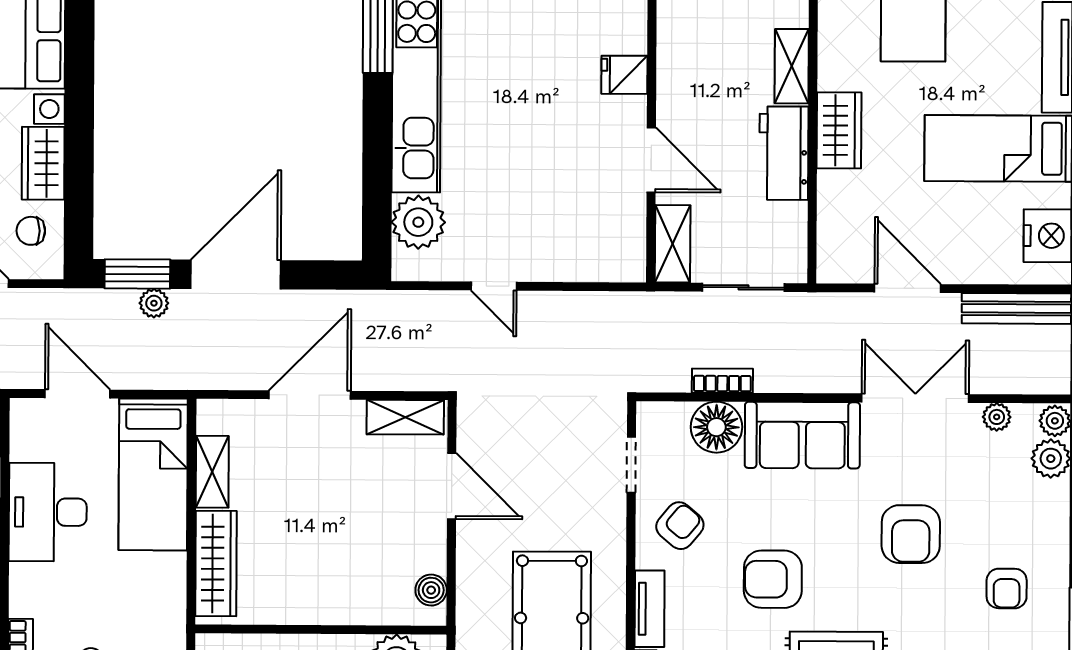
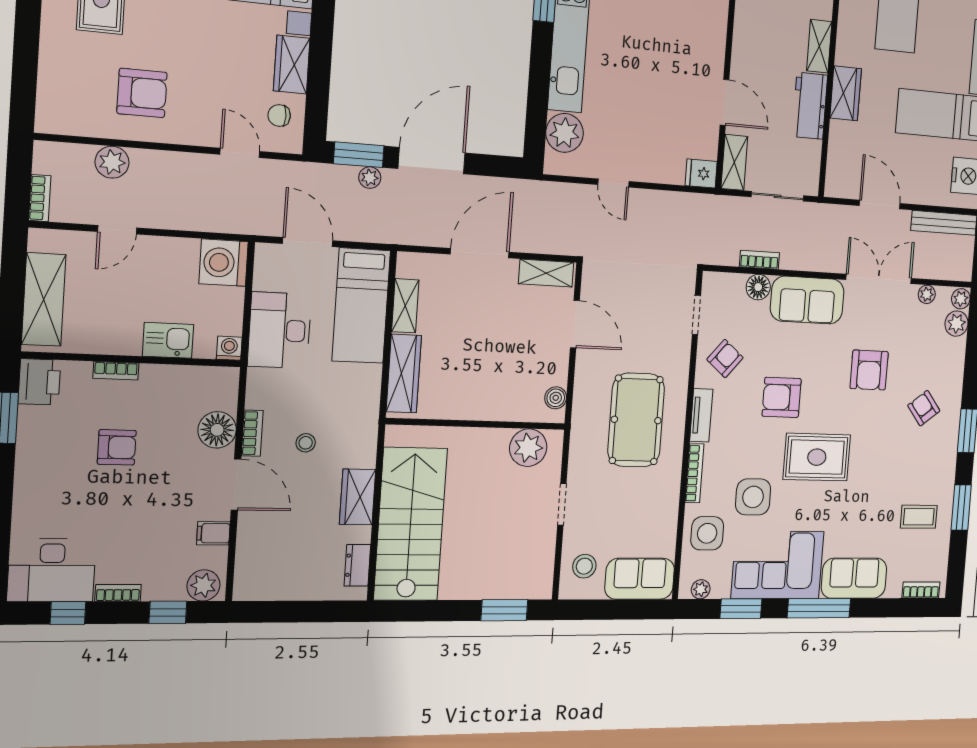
fridge: (624, 75) -> (701, 173), moved
floor lamp: (716, 427) -> (758, 287), width x0.73, depth x0.73
armchair: (1007, 588) -> (924, 408), turned 142

